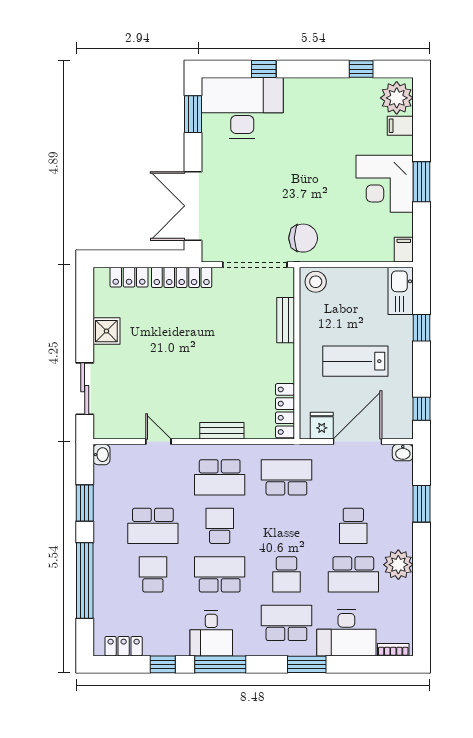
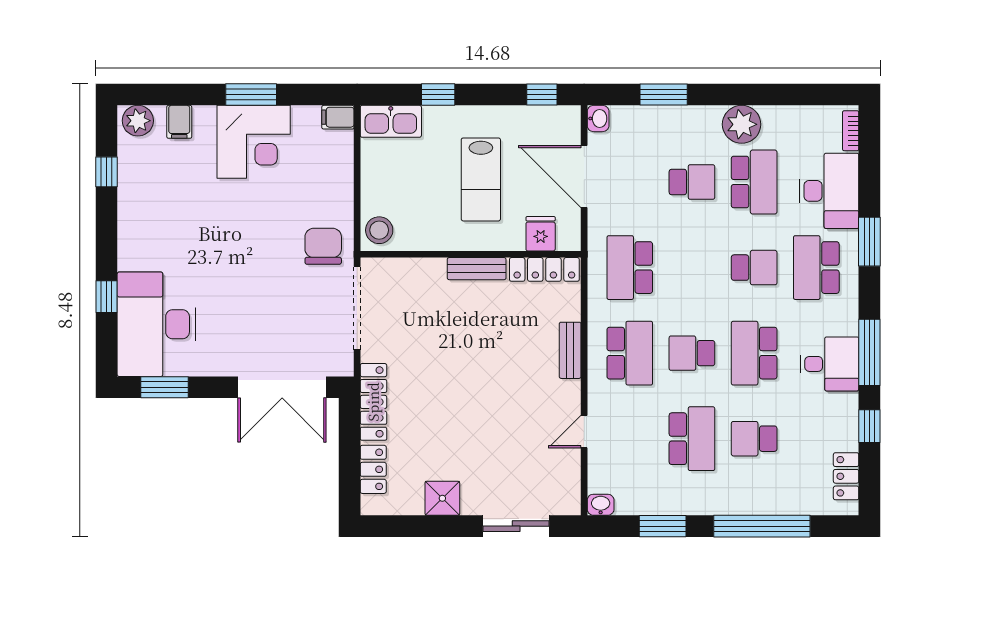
plant: (397, 98) -> (138, 121), width x0.73, depth x0.73
bench: (286, 320) -> (477, 269), moved
fridge: (322, 426) -> (541, 234), moved, turned 90

